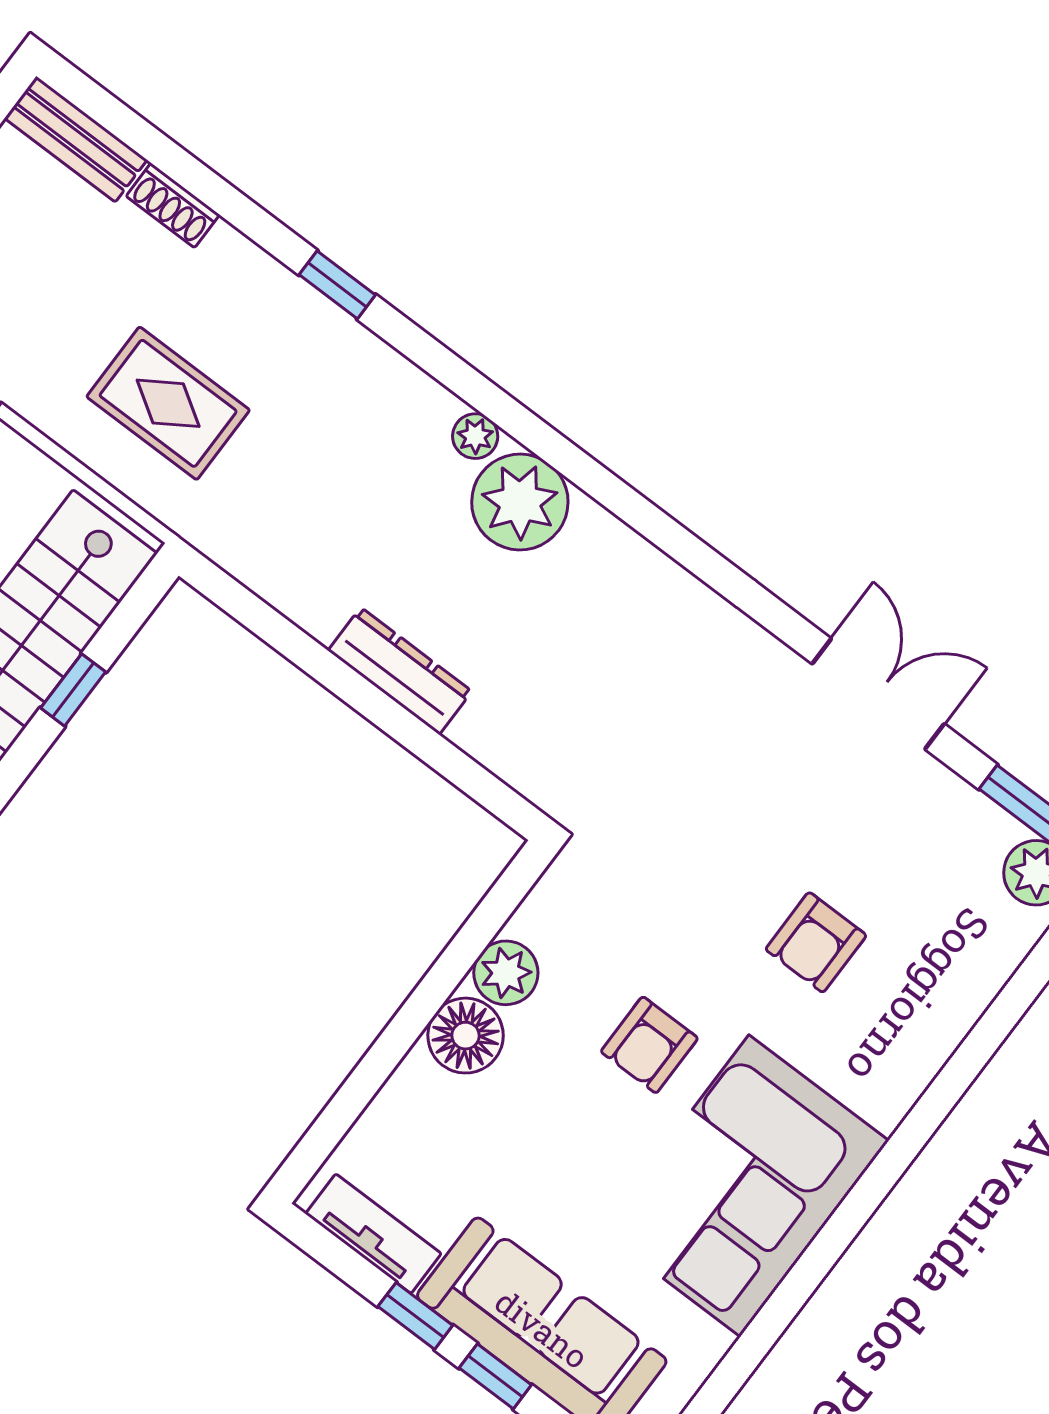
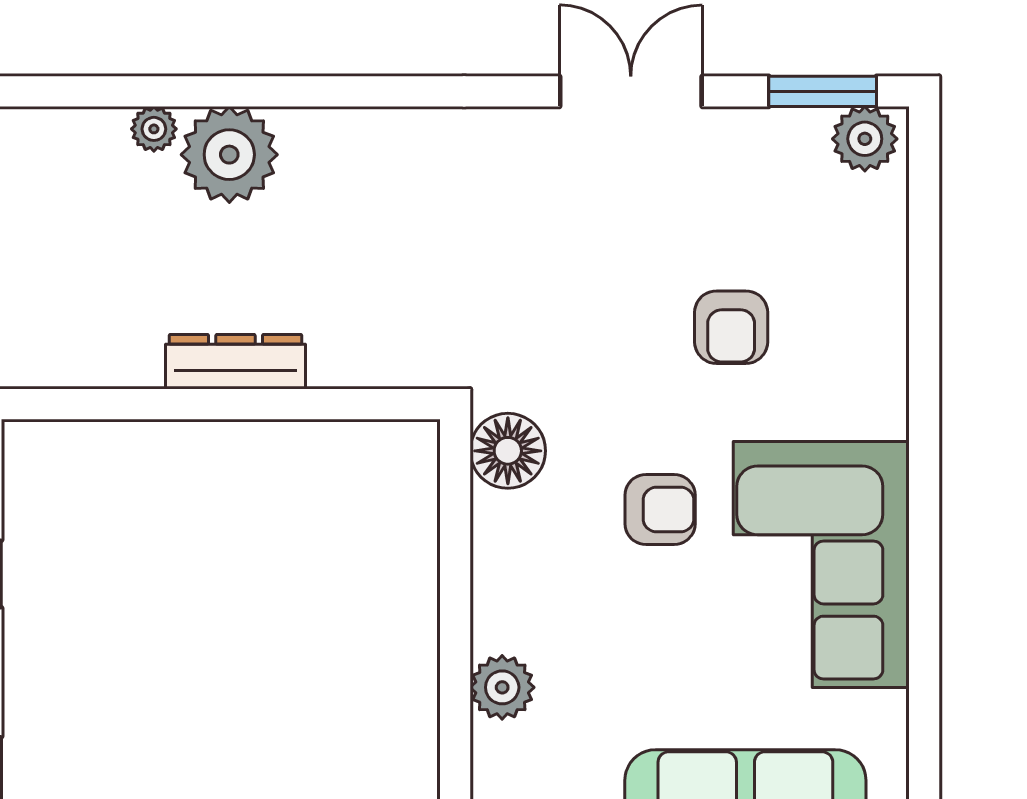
plant: (506, 973) -> (502, 687), moved
floor lamp: (466, 1036) -> (508, 451), moved
armchair: (649, 1045) -> (660, 510), turned -90

